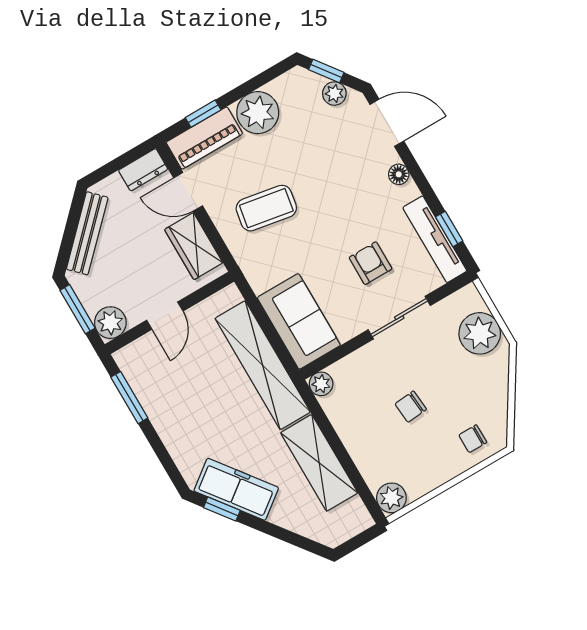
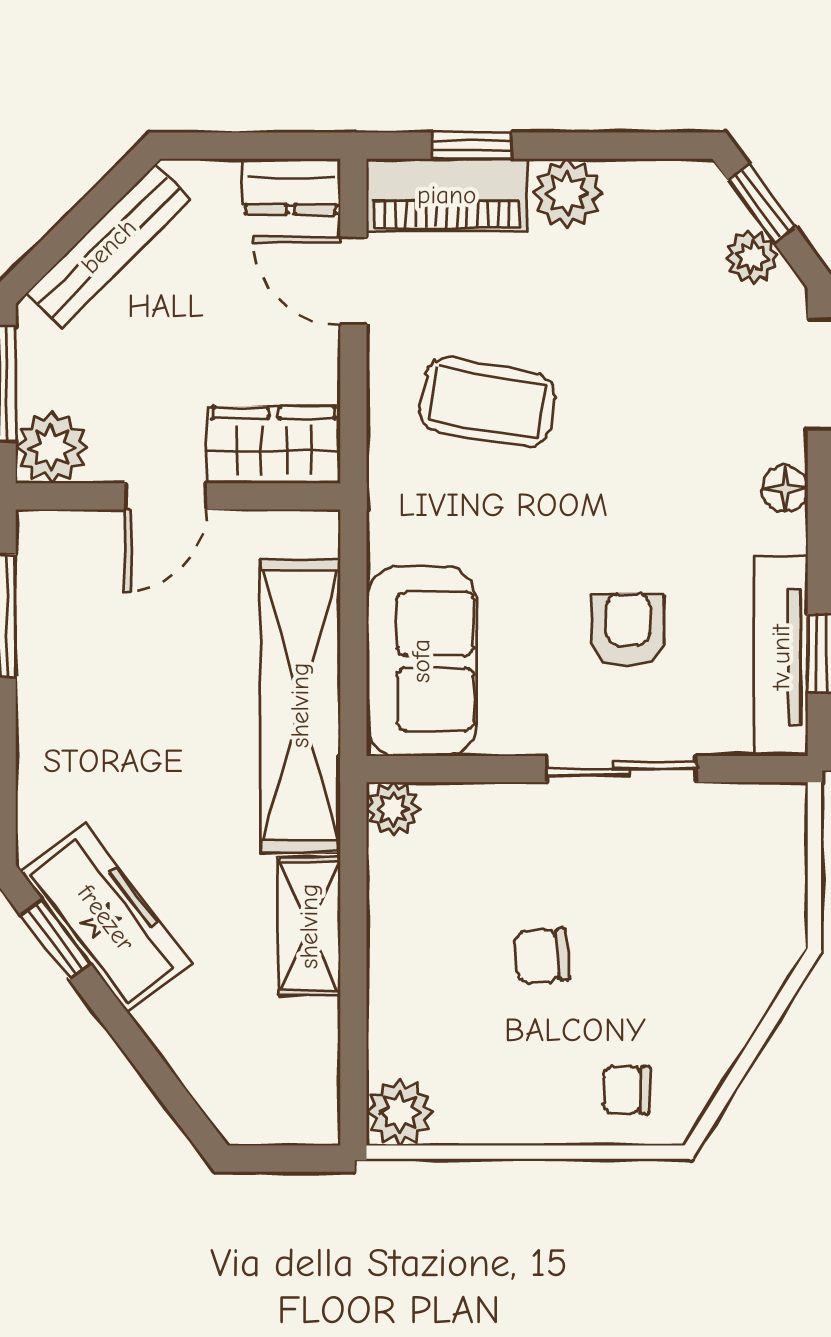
plant: (258, 113) -> (567, 193), width x0.73, depth x0.73
wardrobe: (194, 246) -> (274, 445), moved, turned 90
plant: (480, 333) -> (761, 892), removed
shelving: (319, 463) -> (309, 926), width x0.67, depth x0.75

